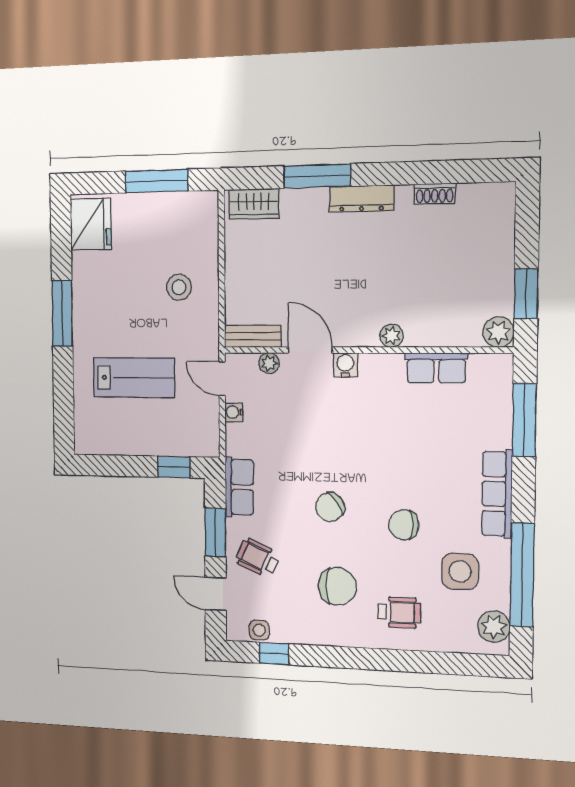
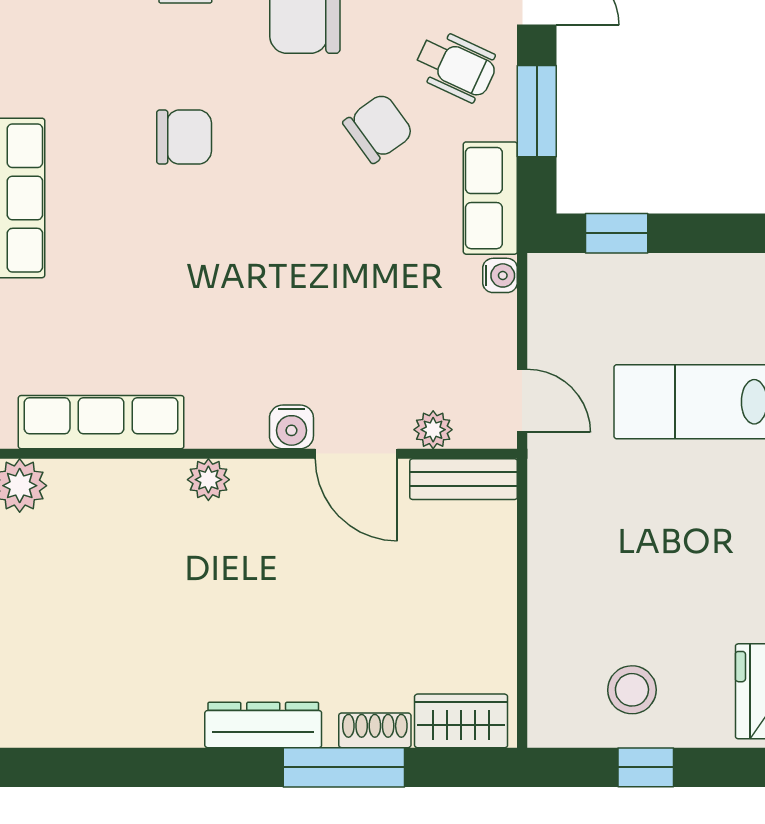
window: (157, 181) -> (646, 767), width x0.46
shoe rack: (435, 194) -> (375, 730), moved
stool: (179, 287) -> (632, 690), moved
row of seats: (436, 368) -> (101, 422), width x1.48
water cooler: (234, 412) -> (500, 275), moved
chair: (330, 507) -> (378, 128), moved
side table: (460, 571) -> (82, 55), removed

